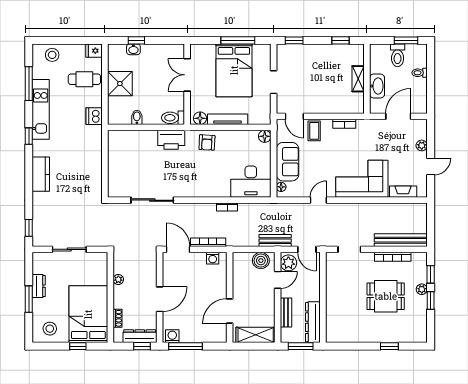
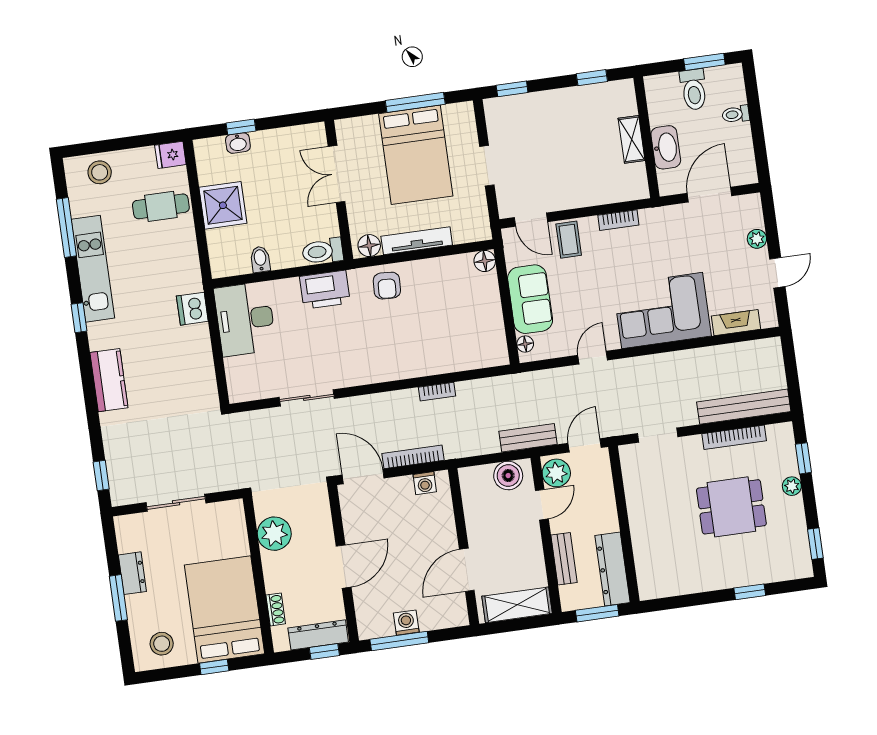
dishwasher: (94, 116) -> (192, 309), moved
desk: (251, 182) -> (245, 319), moved, turned 90
sliding door: (152, 200) -> (307, 398), width x0.73
door: (307, 249) -> (585, 445), swing flipped
plant: (118, 279) -> (274, 534), width x1.87, depth x1.87
window: (431, 300) -> (815, 544), moved
washing machine: (172, 336) -> (406, 623), moved

